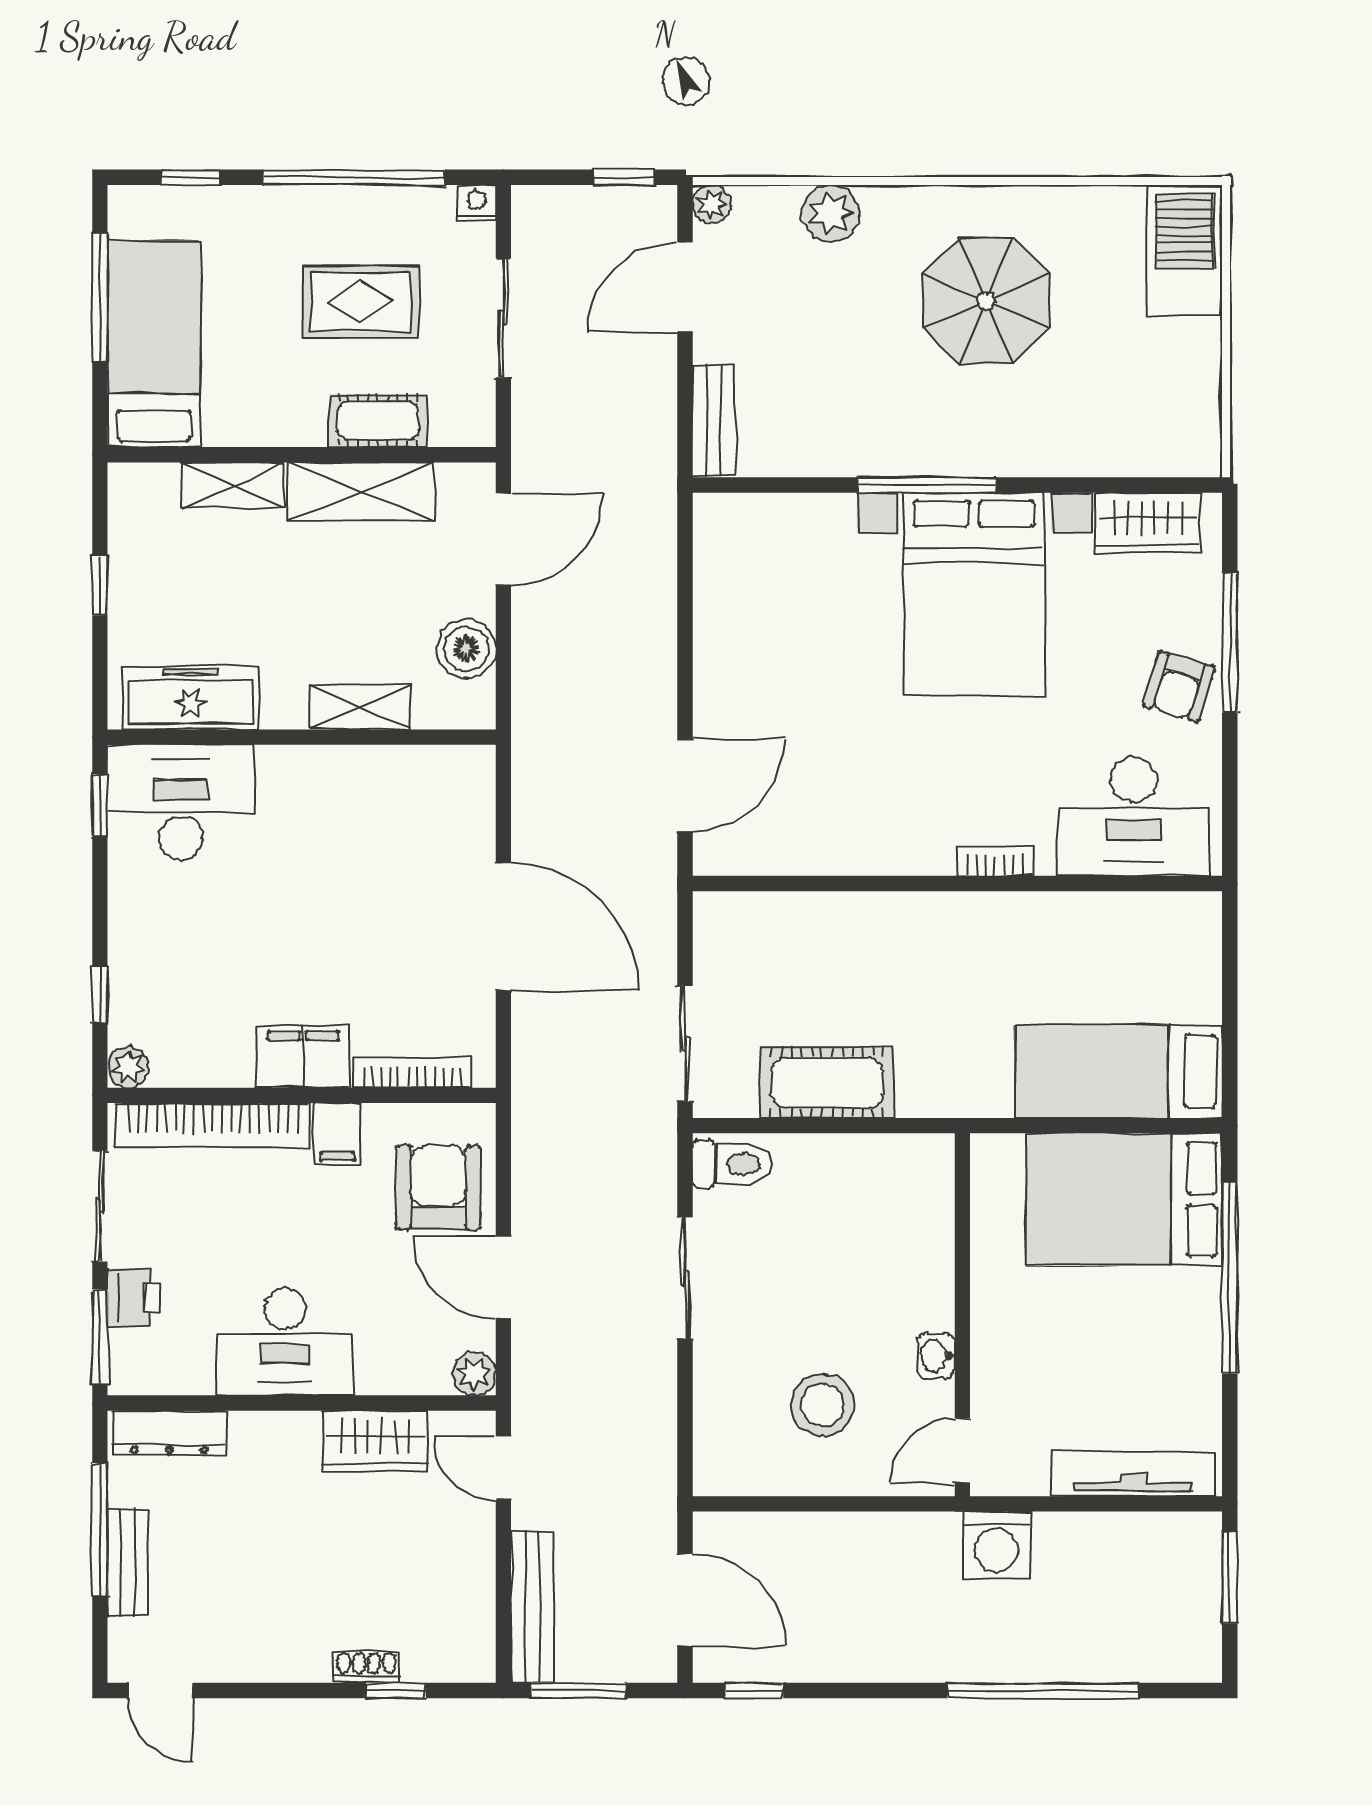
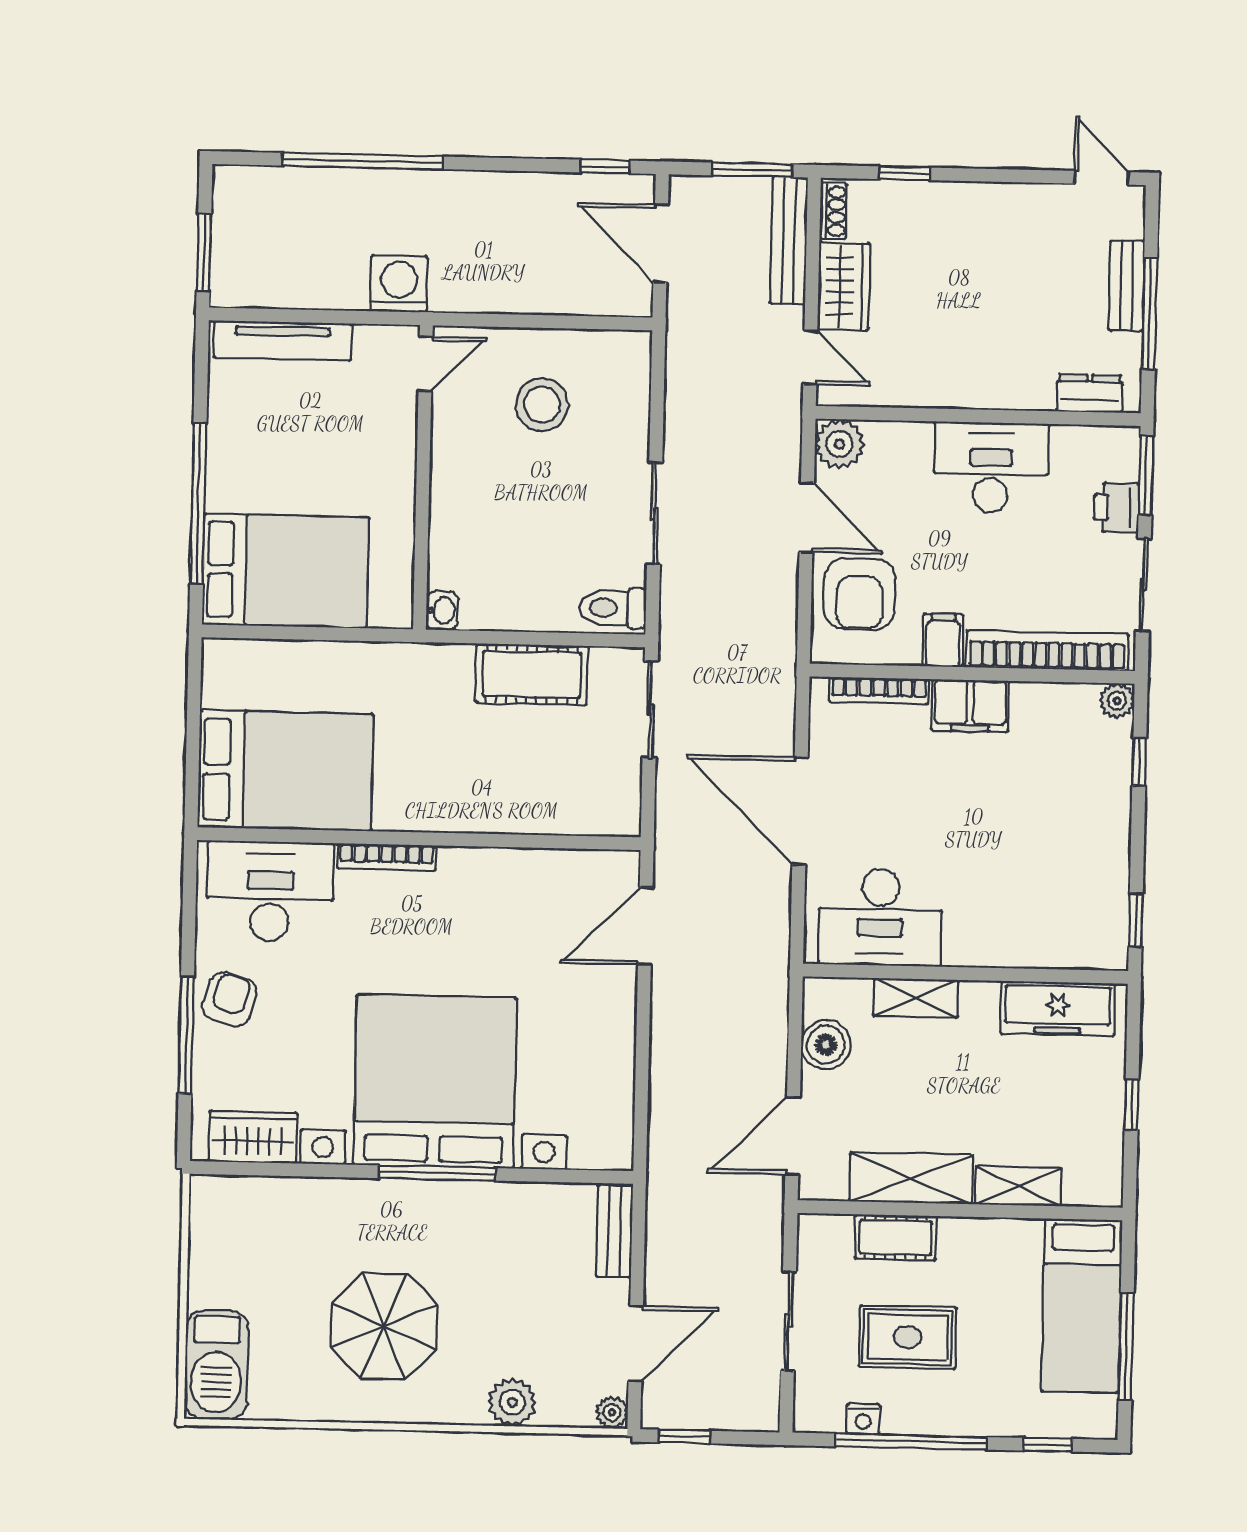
nightstand: (477, 203) -> (863, 1419), moved
bed with nightstands: (974, 594) -> (435, 1081), width x1.36
desk: (181, 802) -> (880, 917), moved
bookcase: (995, 861) -> (387, 857), width x1.56
bed: (1119, 1071) -> (285, 771), moved, width x1.50
washbasin: (936, 1356) -> (442, 610), moved
plant: (474, 1374) -> (840, 444), width x1.38, depth x1.38
dresser: (169, 1433) -> (1090, 394), width x0.70
wardrobe: (375, 1441) -> (844, 286), moved, turned 90
shoe rack: (366, 1667) -> (833, 211), moved, turned -90

